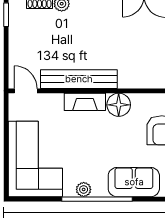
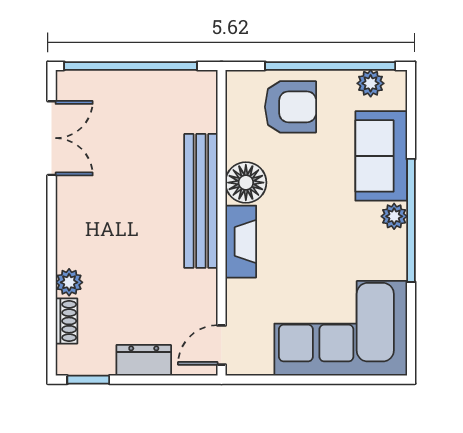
dresser: (17, 46) -> (144, 360), added
bench: (79, 79) -> (201, 201), moved
plant: (84, 189) -> (394, 216), moved

